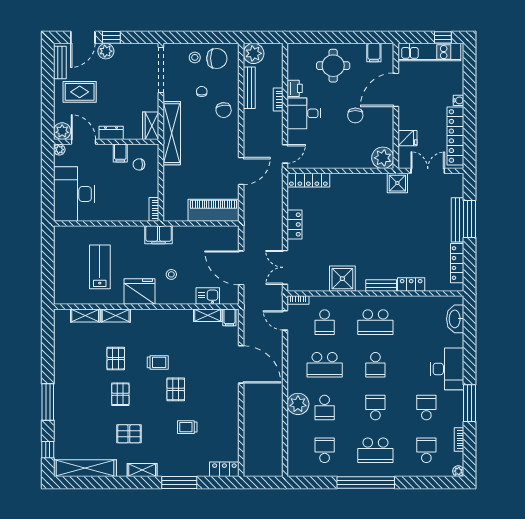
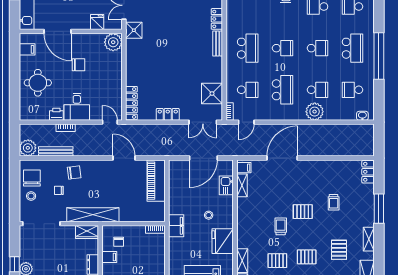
shower: (342, 279) -> (212, 94), moved
school desk: (375, 408) -> (318, 48), turned 180
washbasin: (293, 462) -> (362, 116), added

